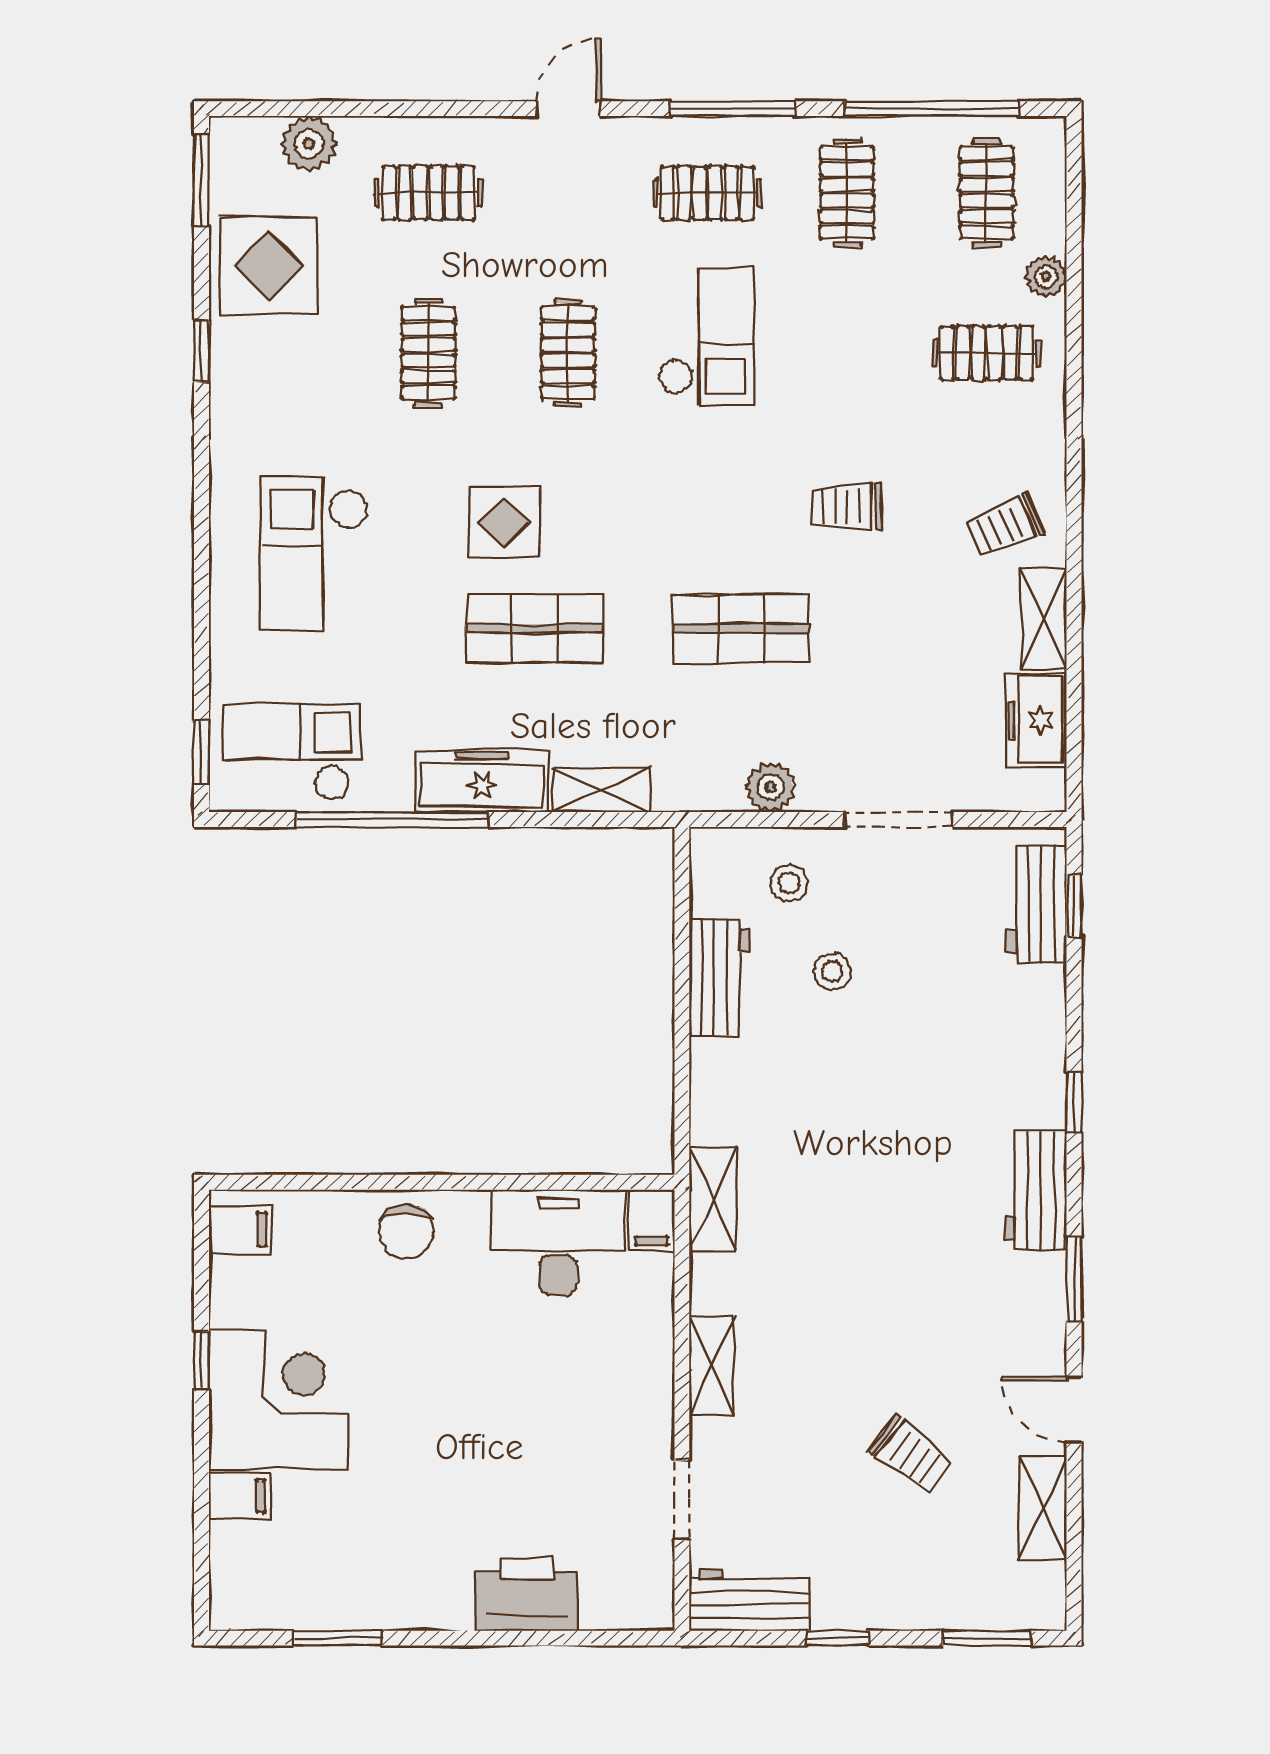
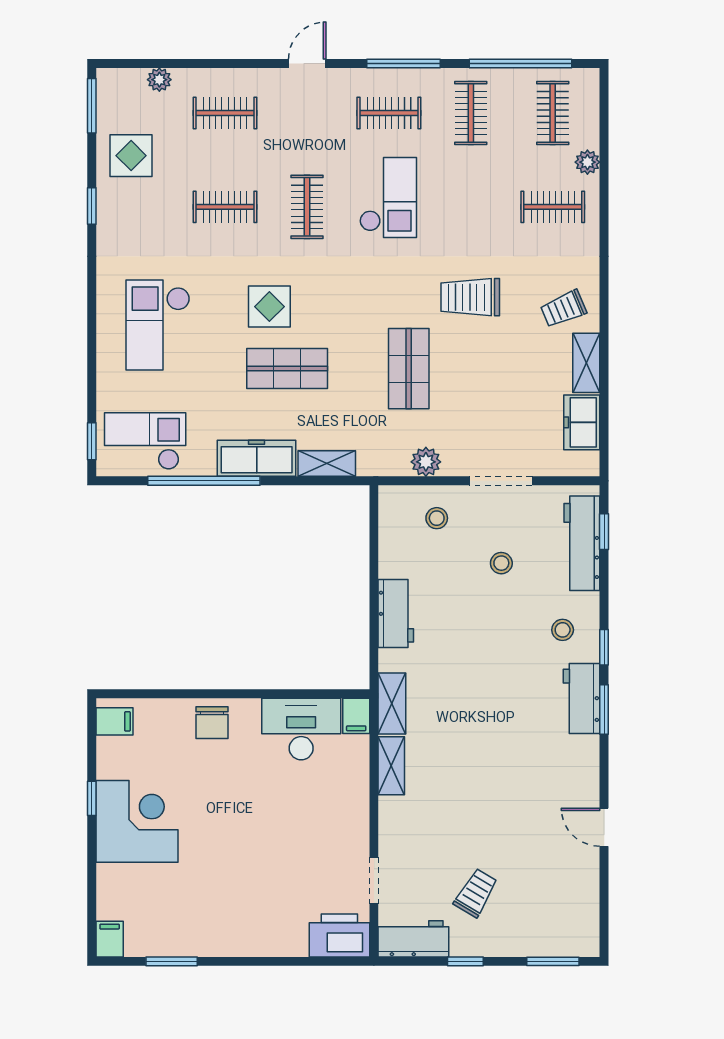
plant: (309, 144) -> (159, 80), width x0.73, depth x0.73
display table: (268, 265) -> (131, 156), width x0.73, depth x0.73
clothes rail: (428, 353) -> (225, 207), turned 90
trolley: (846, 506) -> (470, 297), width x1.36, depth x1.39
shop shelf: (741, 628) -> (409, 369), turned 90
workbench: (1036, 904) -> (582, 543), width x1.38
stool: (832, 971) -> (501, 563), moved
workbench: (719, 978) -> (396, 614), moved
stool: (1003, 1073) -> (563, 630), added
window: (1074, 1279) -> (604, 709), moved
shelving: (712, 1366) -> (391, 766), moved
trolley: (911, 1454) -> (476, 893), moved, turned -96
filing cabinet: (239, 1496) -> (110, 939), moved, turned -90
shelving: (1043, 1508) -> (586, 885), removed
printer: (527, 1594) -> (339, 935), moved

